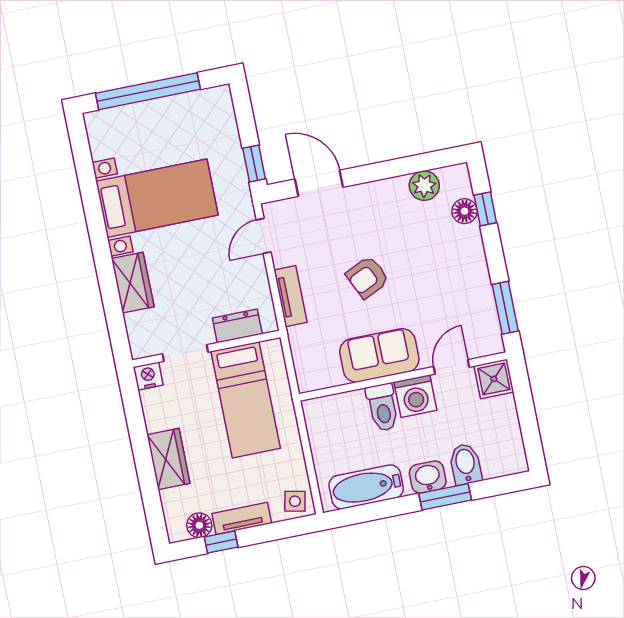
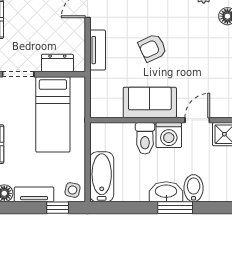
washbasin: (428, 477) -> (166, 192), width x1.38
bathtub: (366, 487) -> (102, 177), moved, turned 90
window: (221, 542) -> (58, 208), moved

